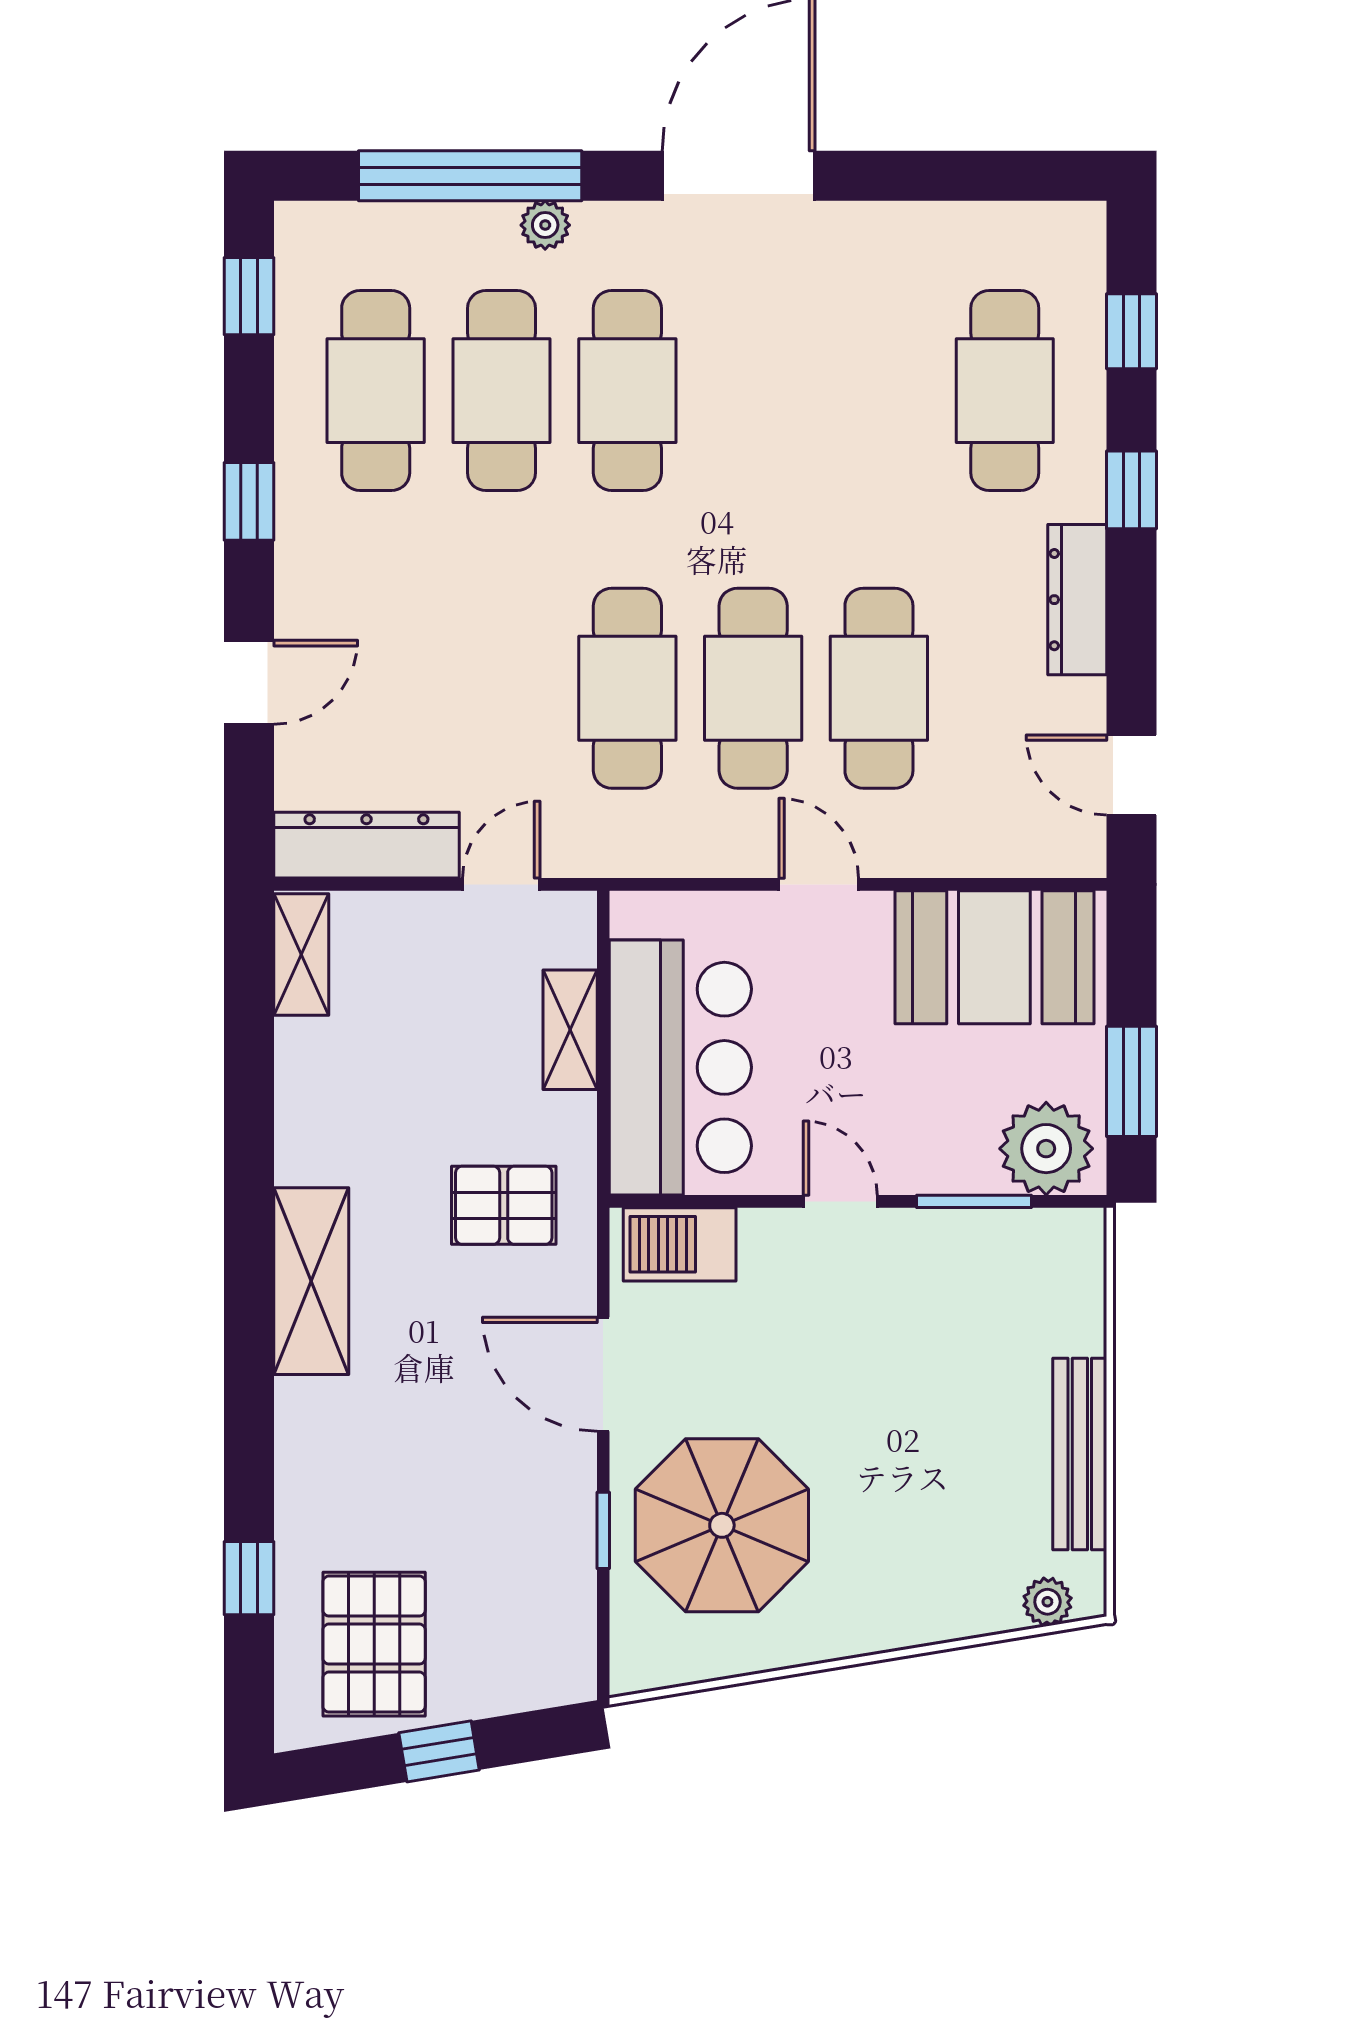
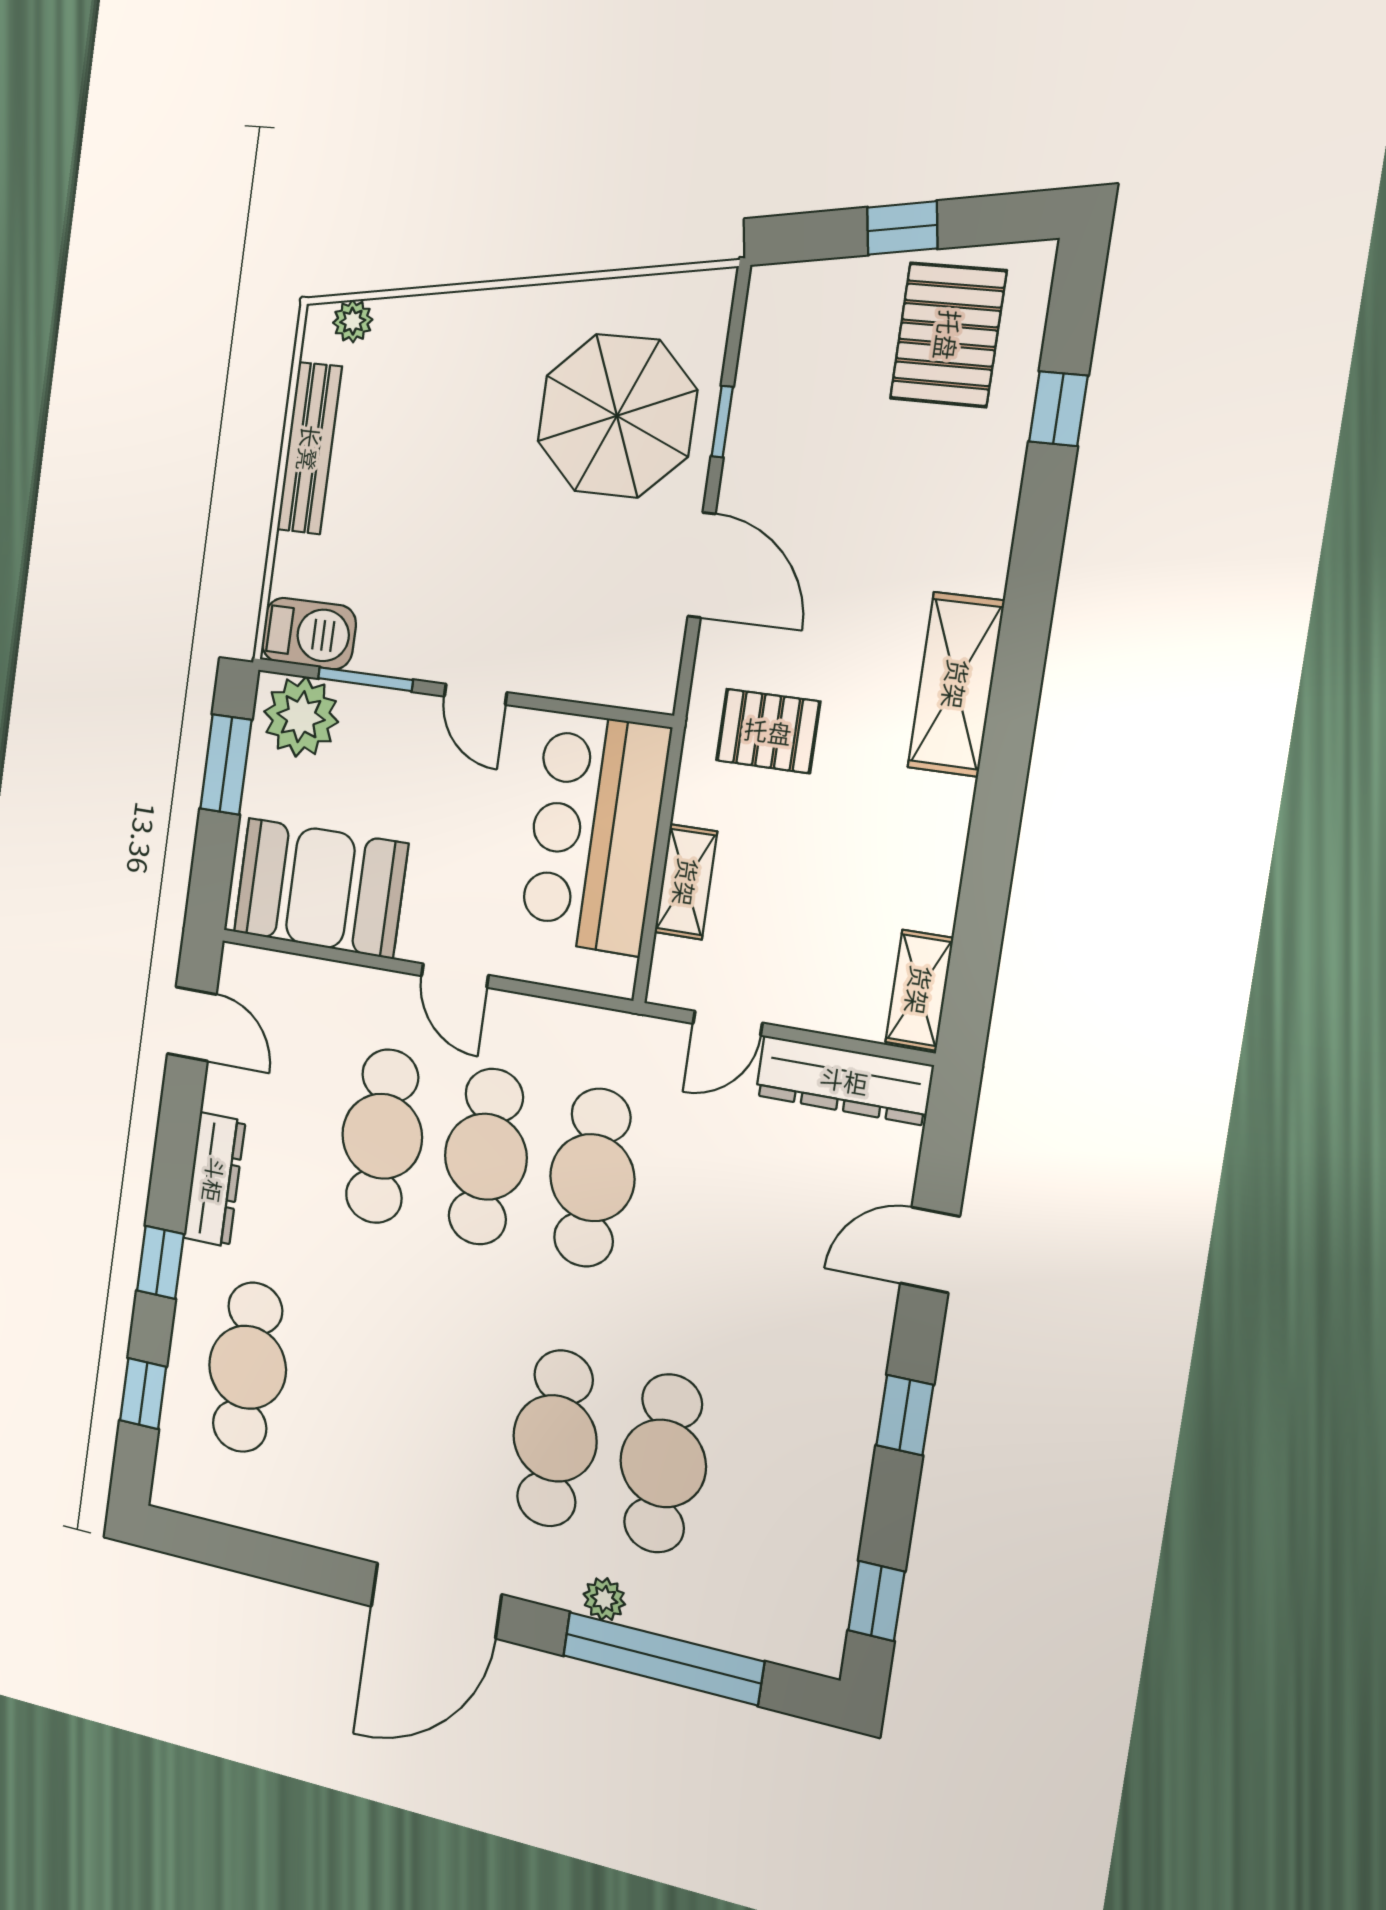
cafe table: (376, 391) -> (774, 1489), removed
barbecue: (680, 1244) -> (309, 633), moved

